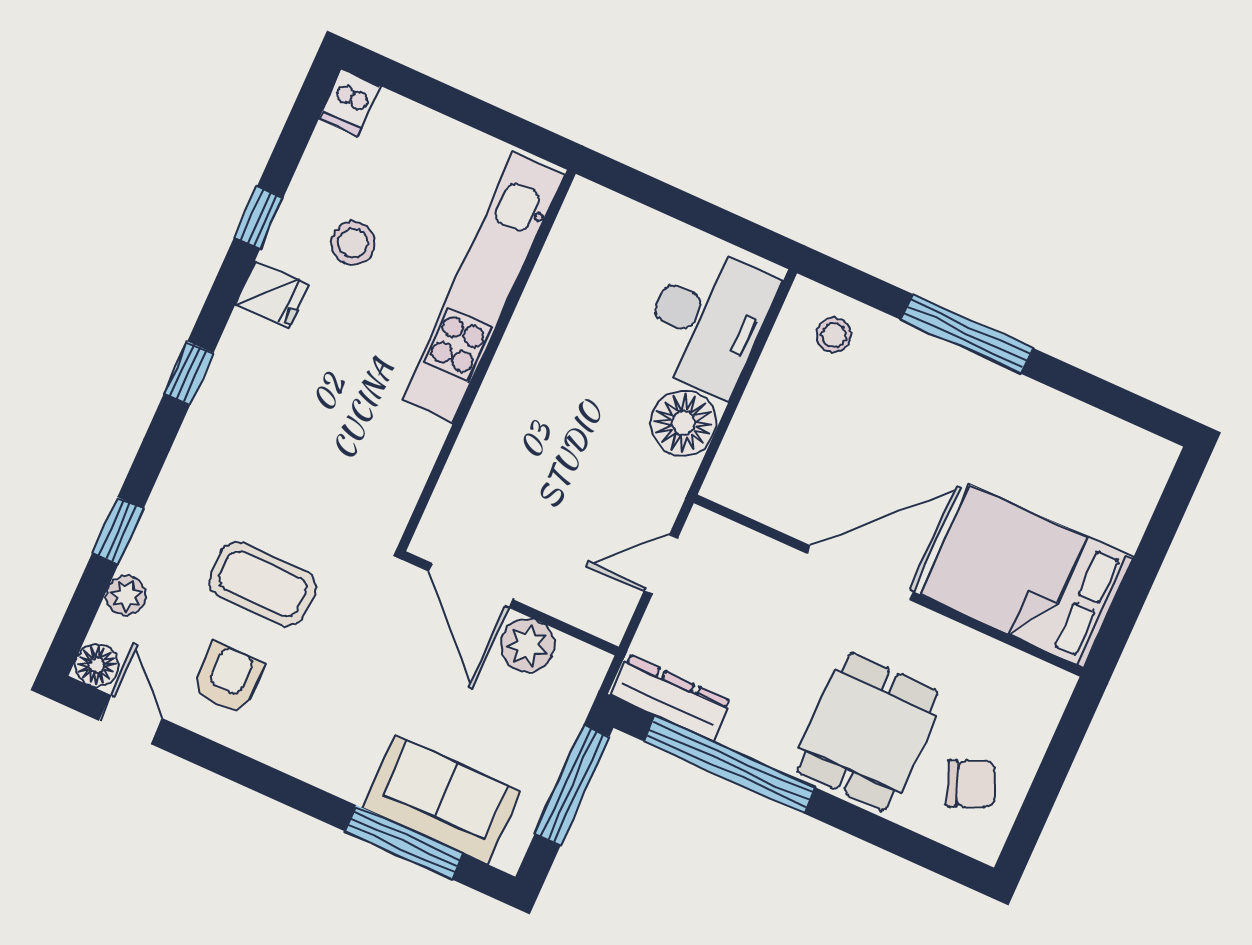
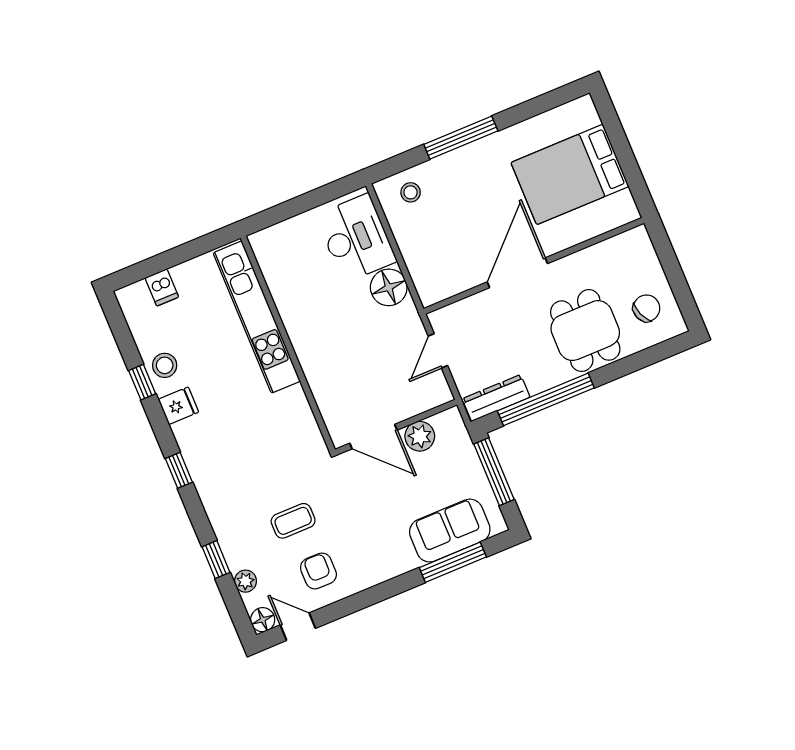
dishwasher: (350, 102) -> (162, 287), moved
stool: (353, 243) -> (165, 365), moved
bed: (1027, 576) -> (570, 174), moved
coffee table: (263, 584) -> (293, 521), width x0.73, depth x0.77

